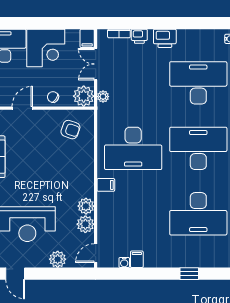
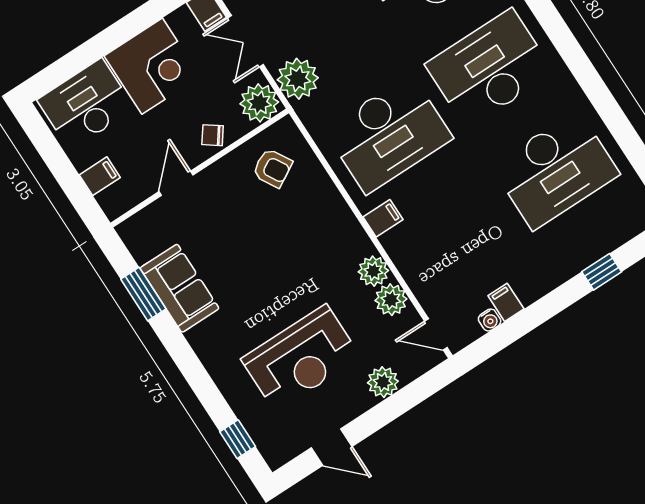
plant: (103, 97) -> (298, 79), width x1.88, depth x1.88
armchair: (70, 130) -> (272, 168), turned 41
door: (96, 253) -> (436, 334), hinge flipped

